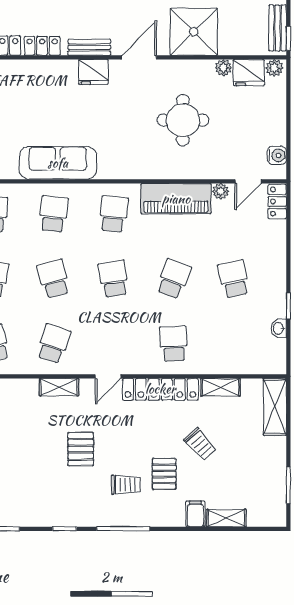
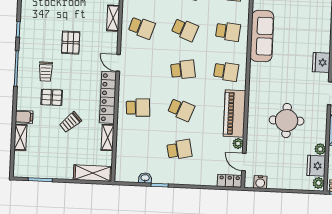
school desk: (54, 279) -> (185, 30), turned 36
shelving: (59, 387) -> (113, 18), moved
pallet: (81, 449) -> (71, 43), turned 90

